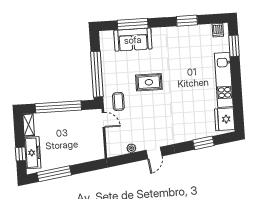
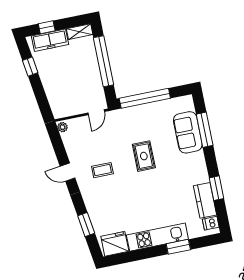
kitchen counter: (197, 32) -> (205, 200), added
window: (234, 46) -> (178, 247), moved
coffee table: (118, 102) -> (102, 170), moved
plant: (131, 148) -> (62, 127), moved
window: (54, 174) -> (30, 67), width x0.46

